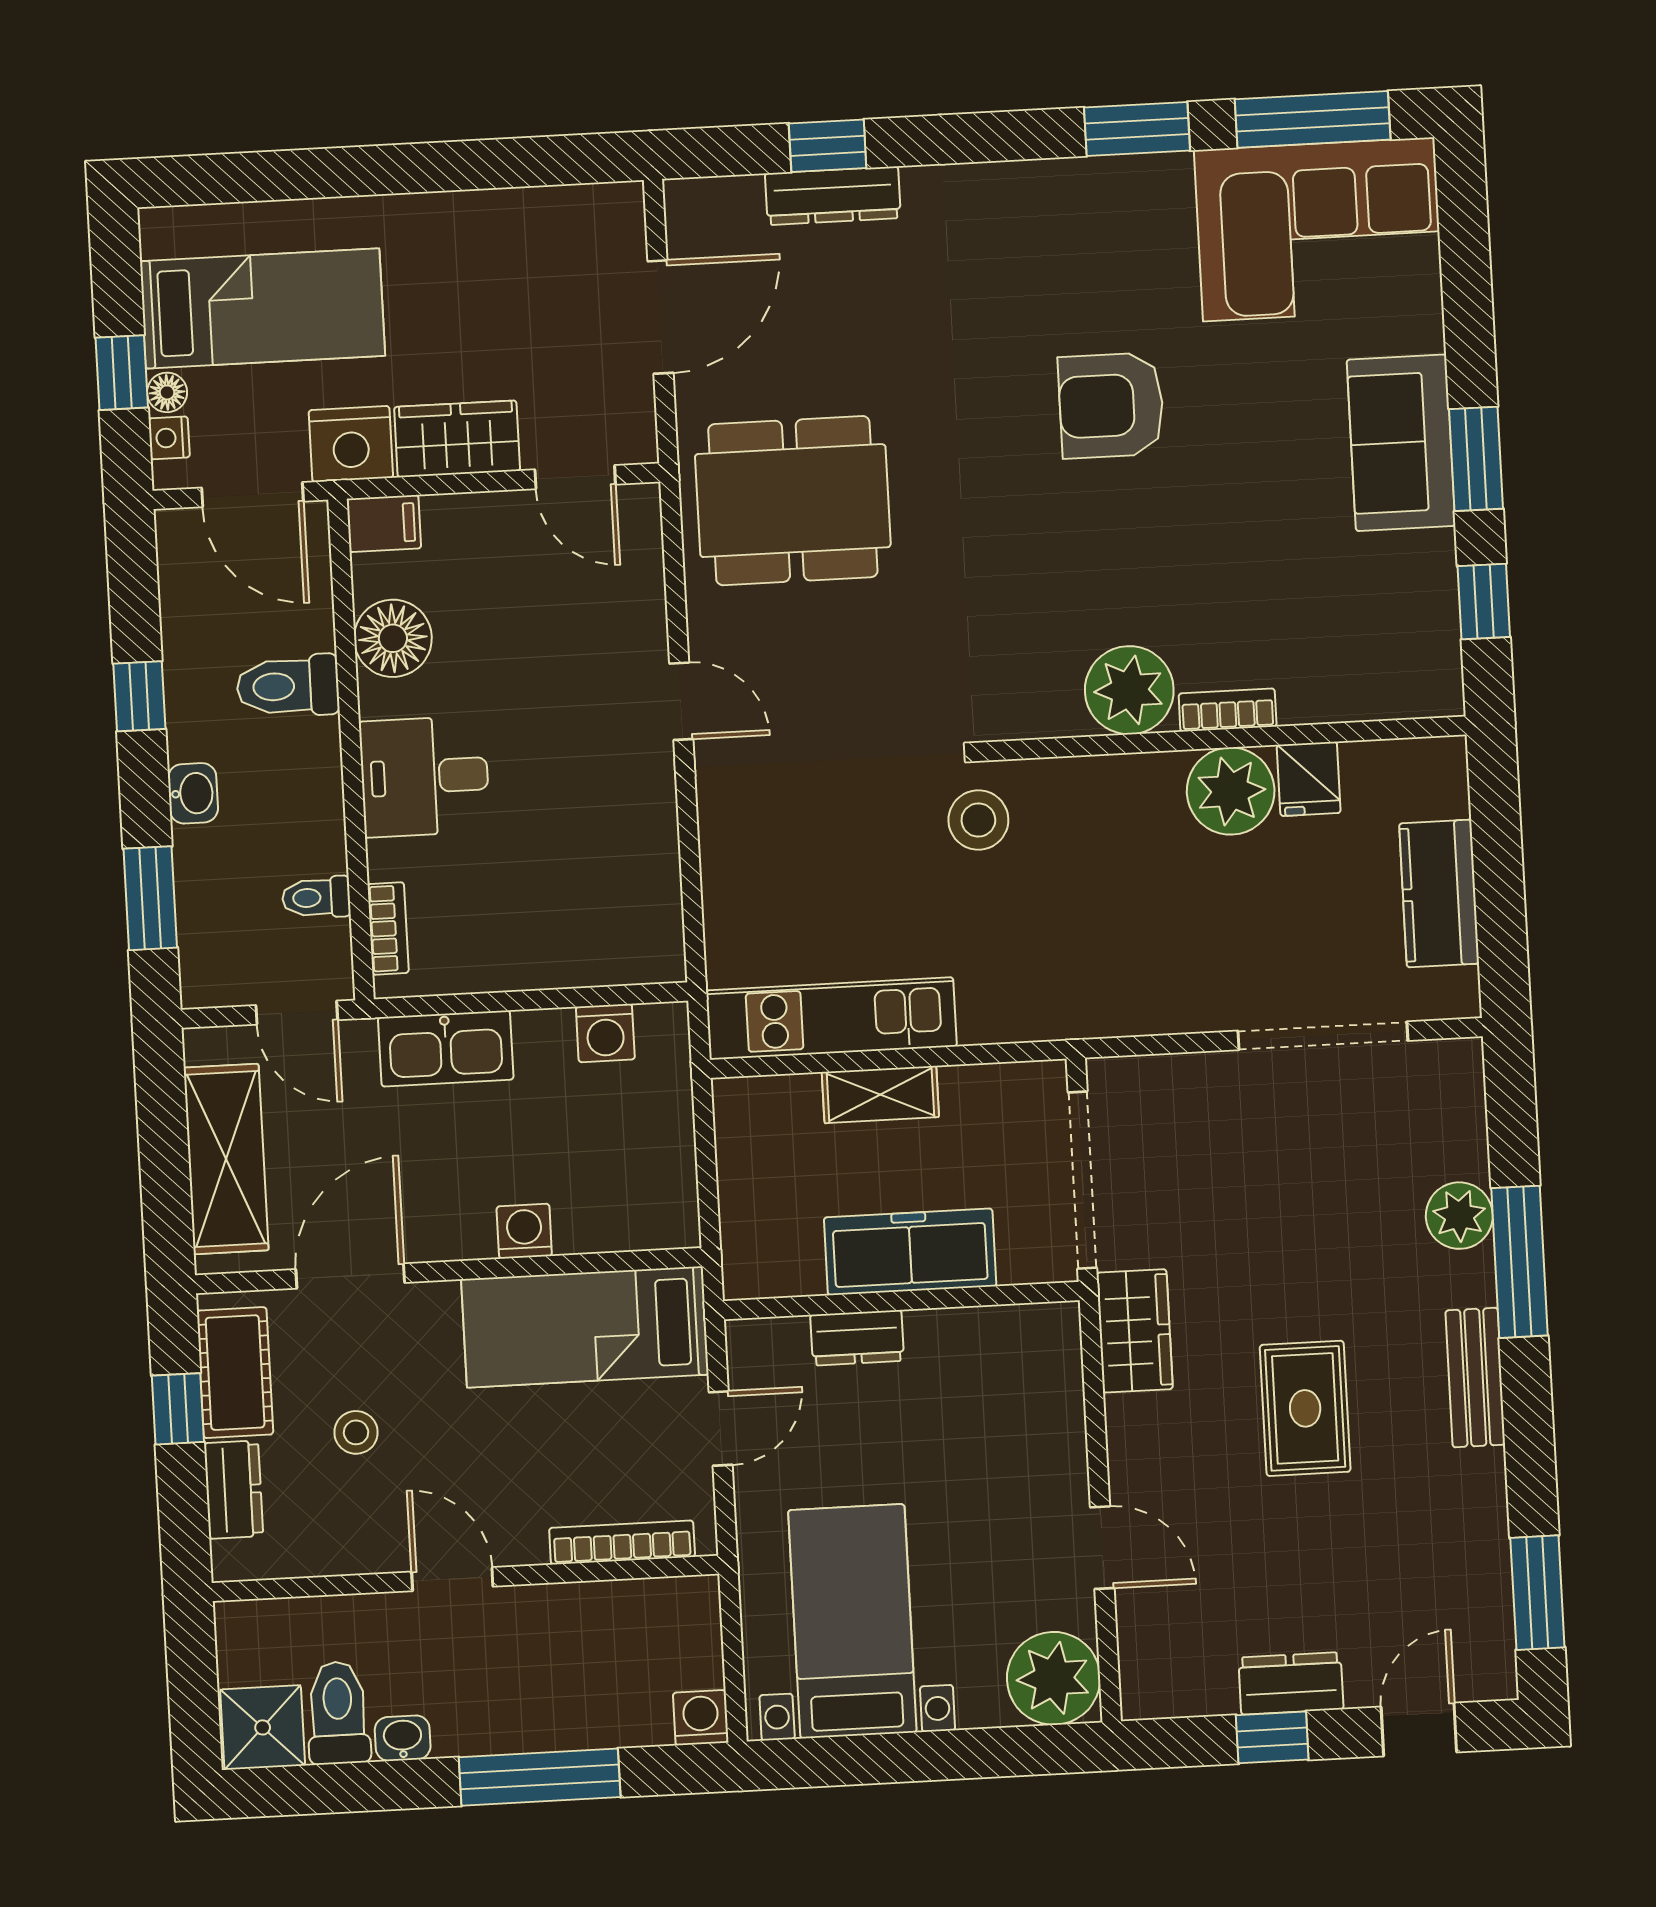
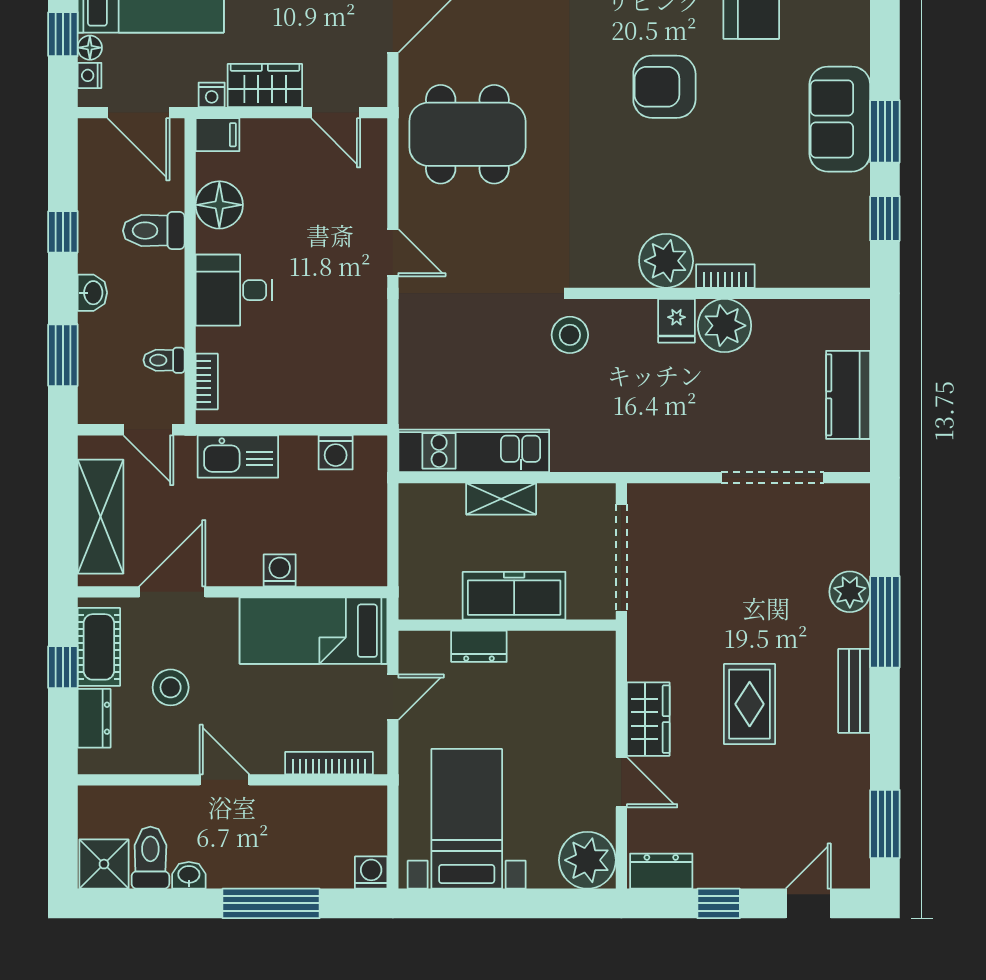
nightstand: (351, 444) -> (212, 95), width x0.53, depth x0.56
fridge: (1309, 779) -> (677, 321), moved
wardrobe: (1135, 1331) -> (648, 719), moved
stool: (356, 1432) -> (171, 687), width x1.37, depth x1.37
dresser: (1291, 1683) -> (661, 871), moved

